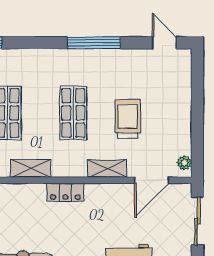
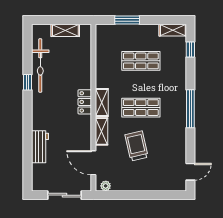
window: (94, 43) -> (190, 109), moved
trolley: (128, 119) -> (137, 146), turned -103
shelving: (31, 168) -> (102, 102), moved

